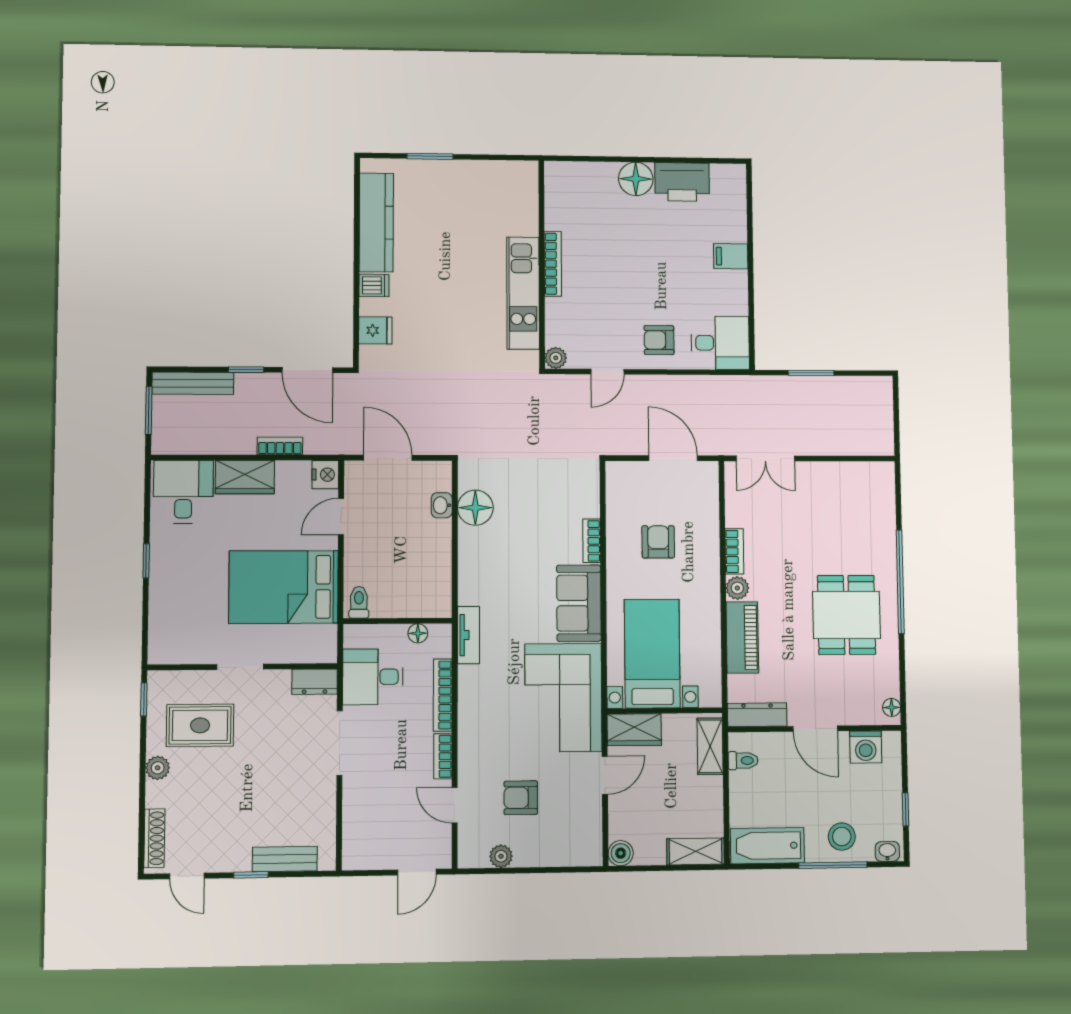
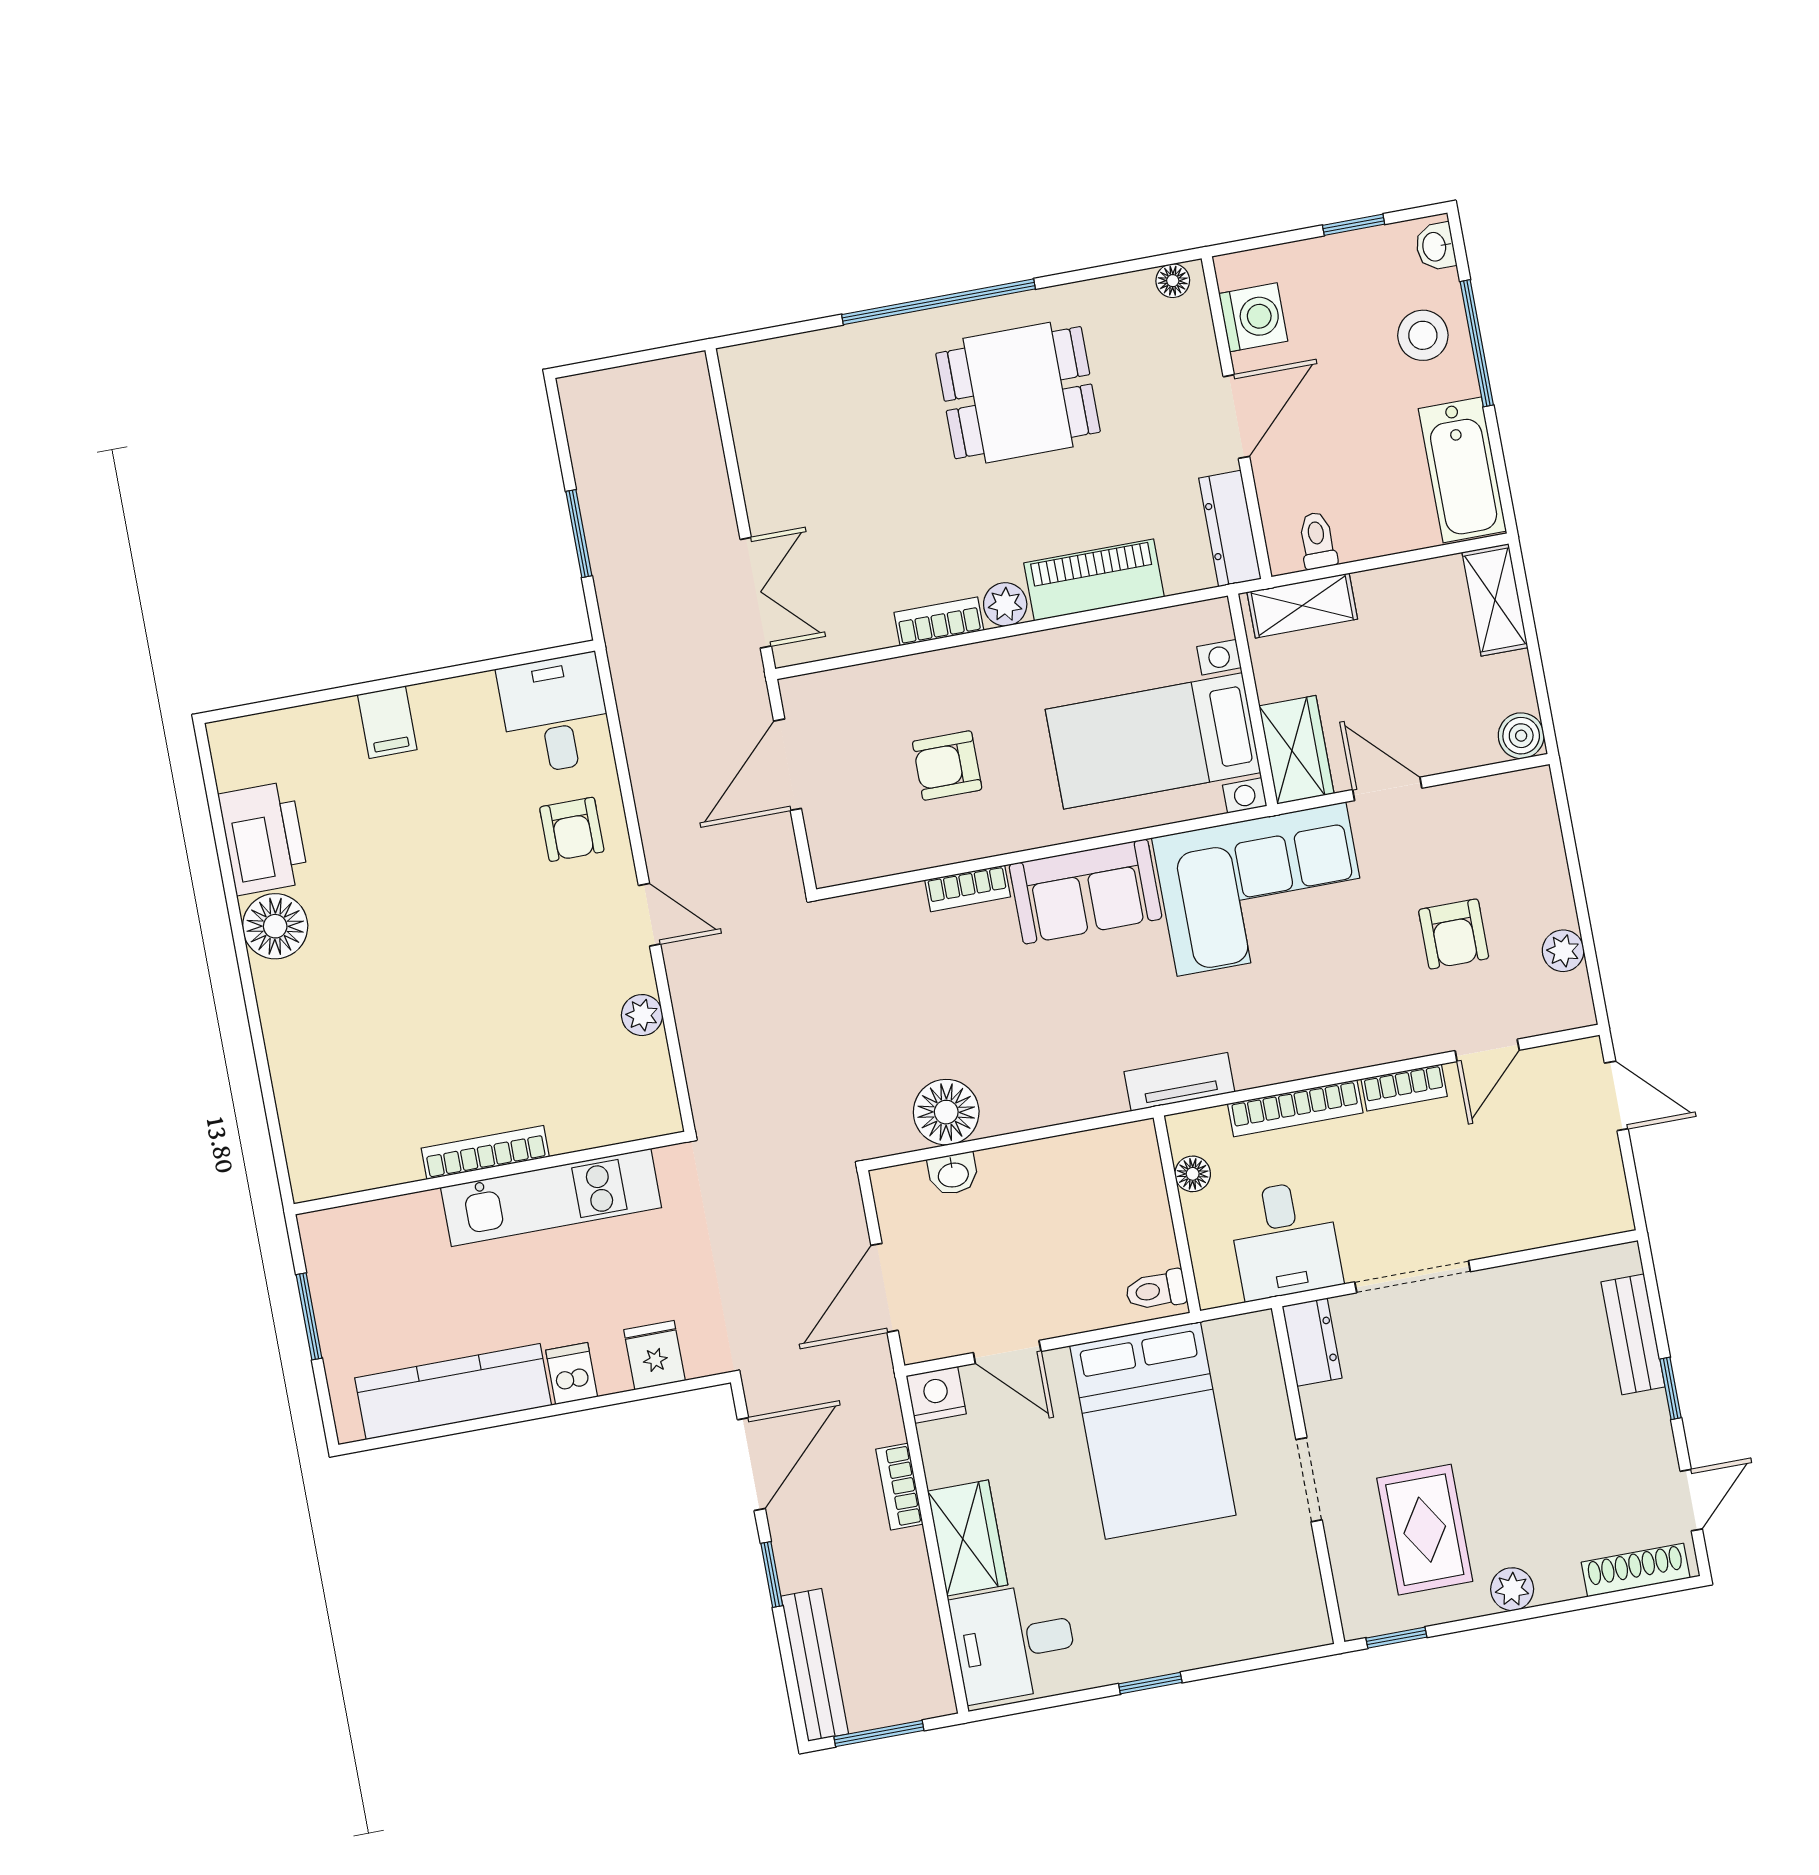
wall: (542, 264) -> (490, 1173), moved
bookcase: (553, 264) -> (485, 1152), moved
kitchen unit: (523, 293) -> (551, 1198), moved

